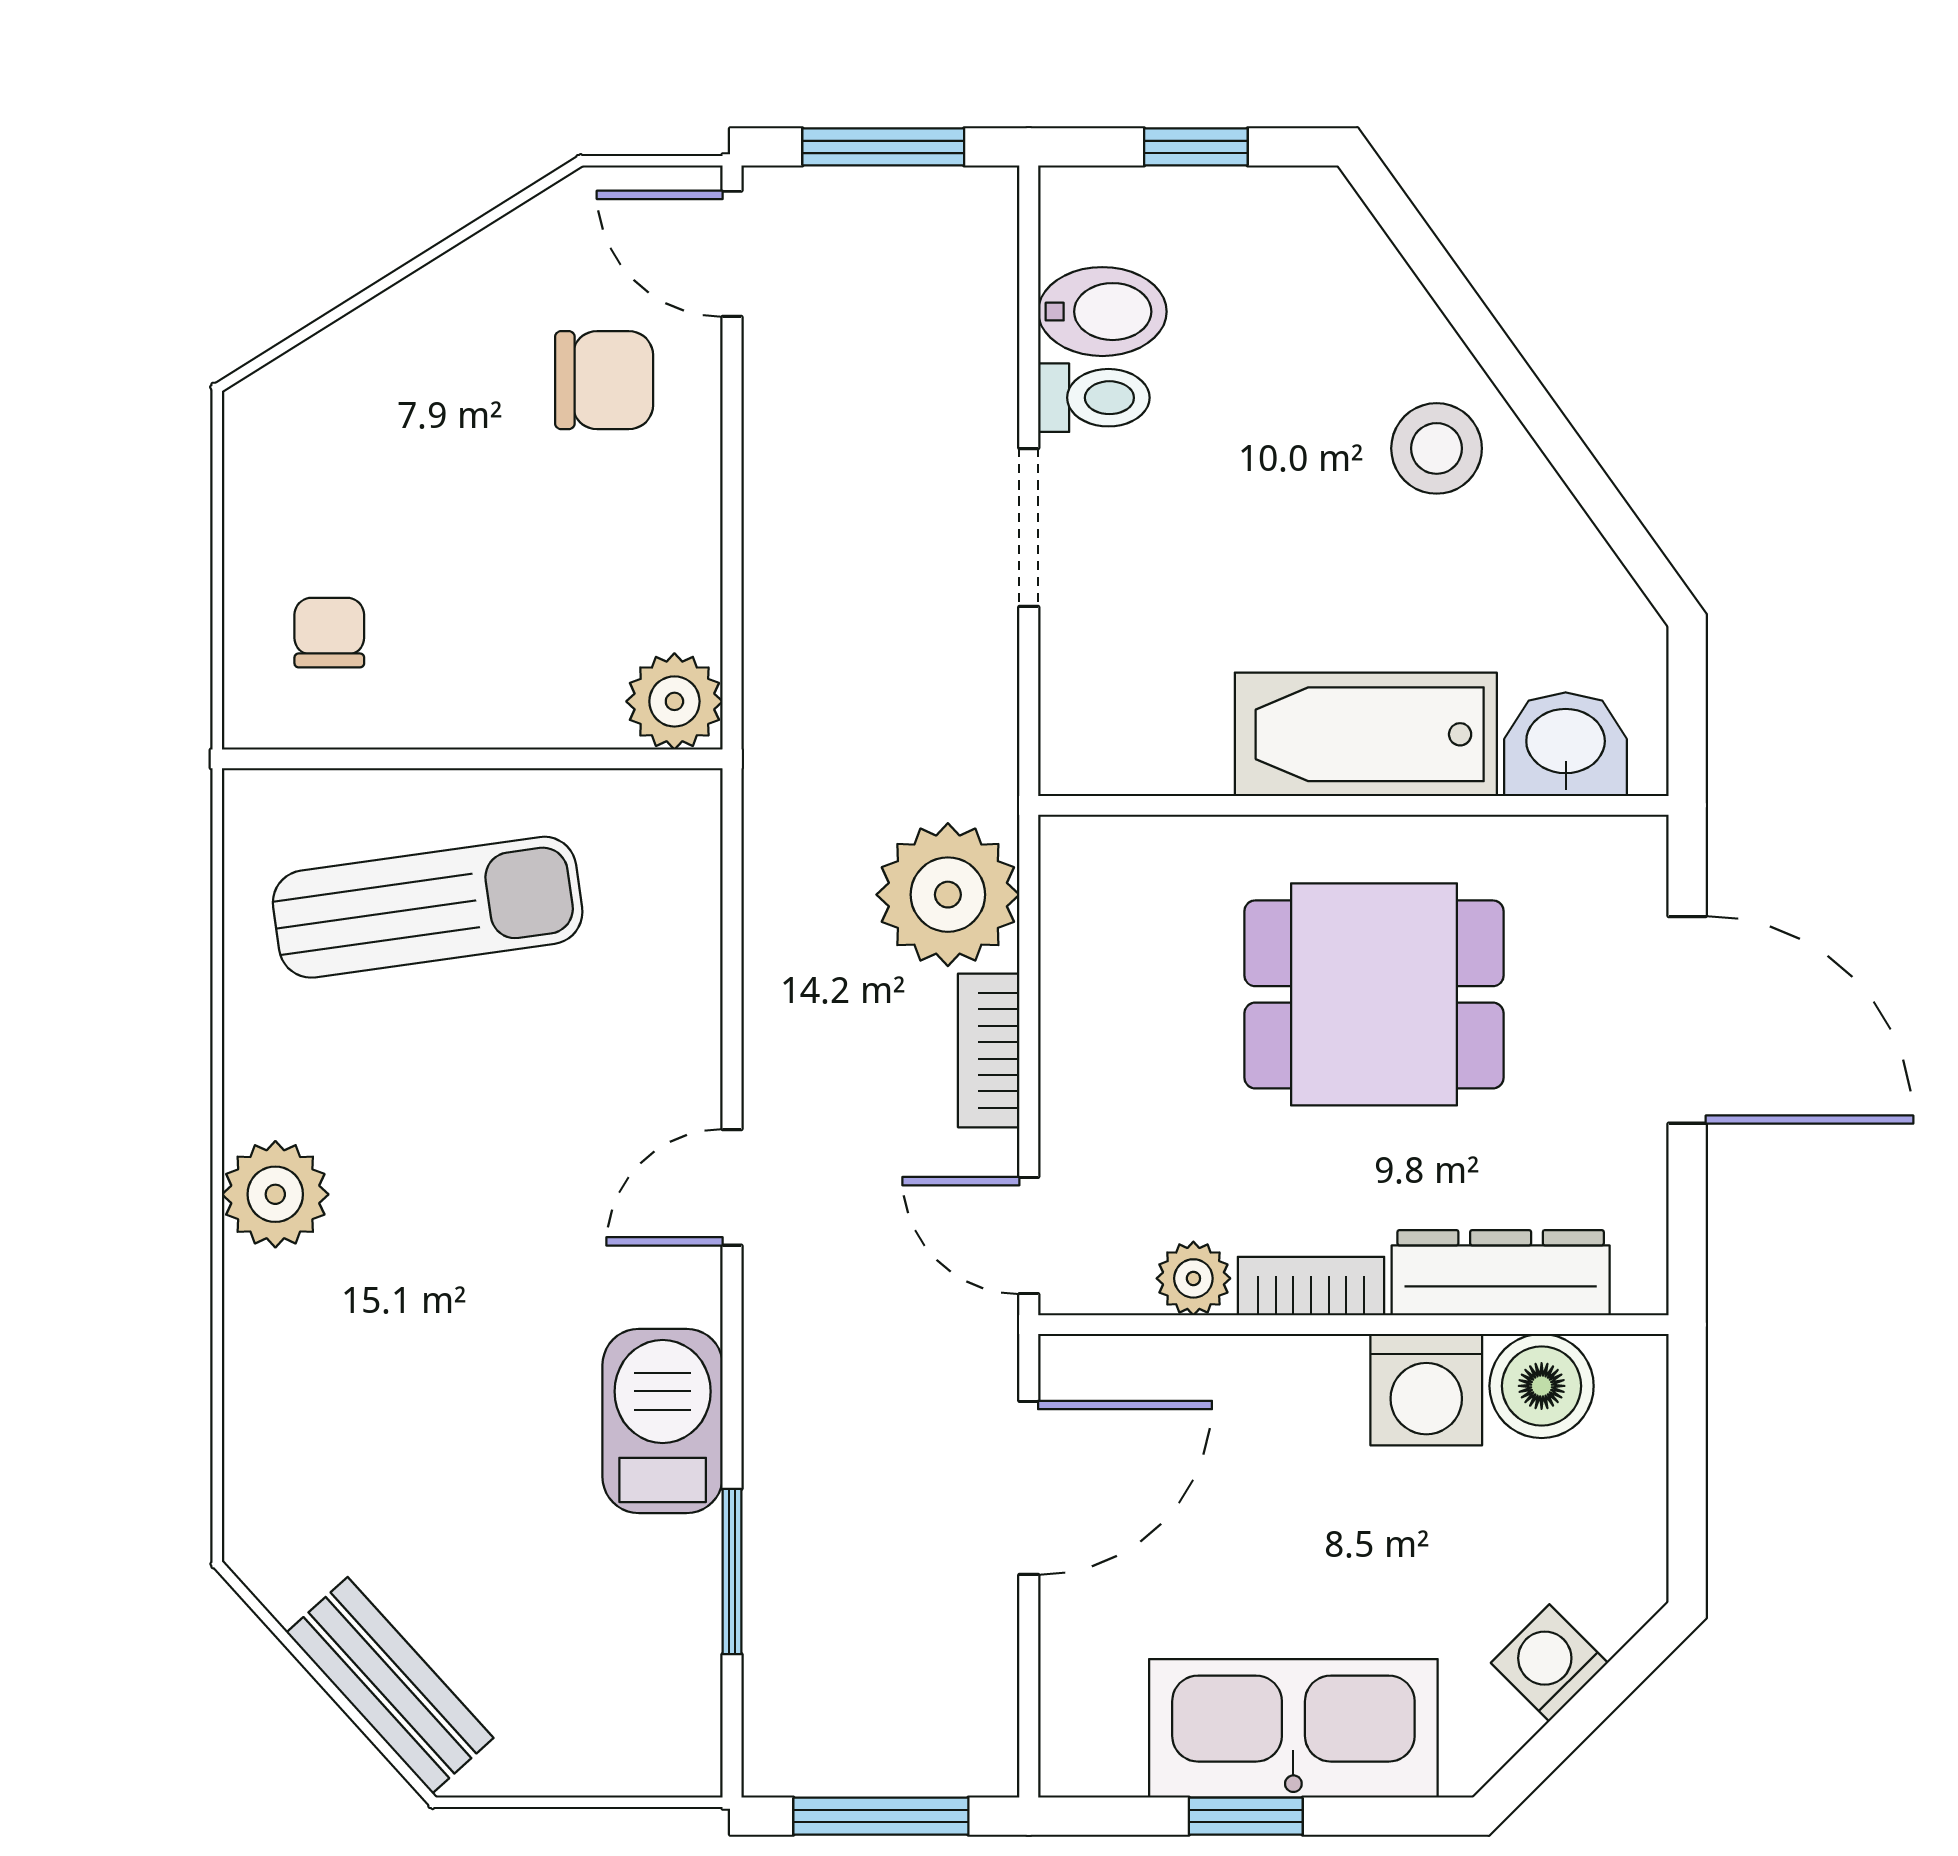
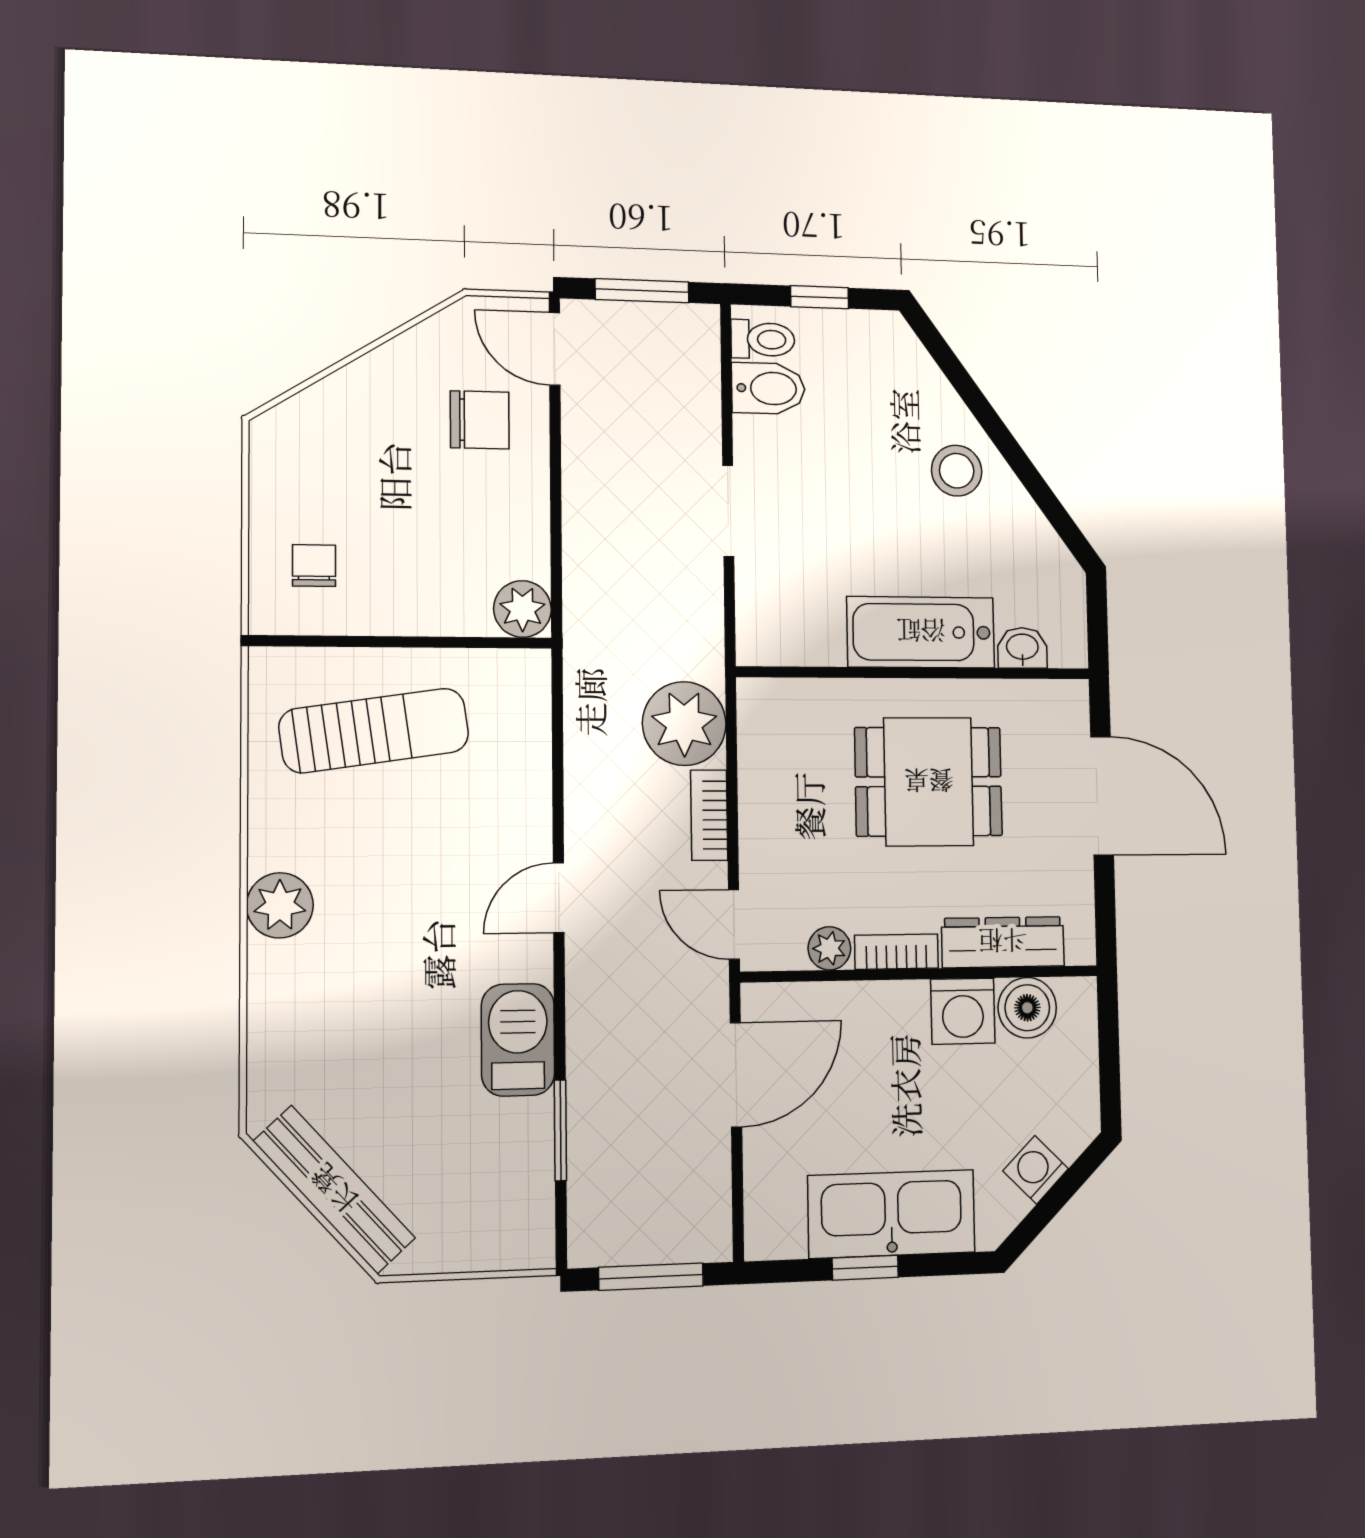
toilet: (1094, 398) -> (763, 339), moved
washbasin: (1566, 744) -> (1022, 648), width x0.72, depth x0.69
bench: (390, 1685) -> (334, 1190), width x1.36

